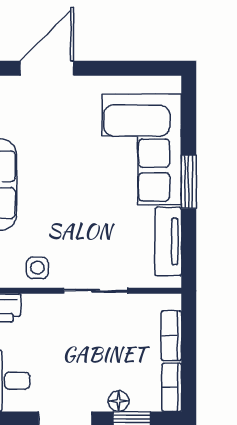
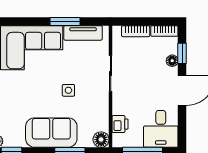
window: (189, 182) -> (65, 22), moved
side table: (37, 268) -> (68, 90), moved

